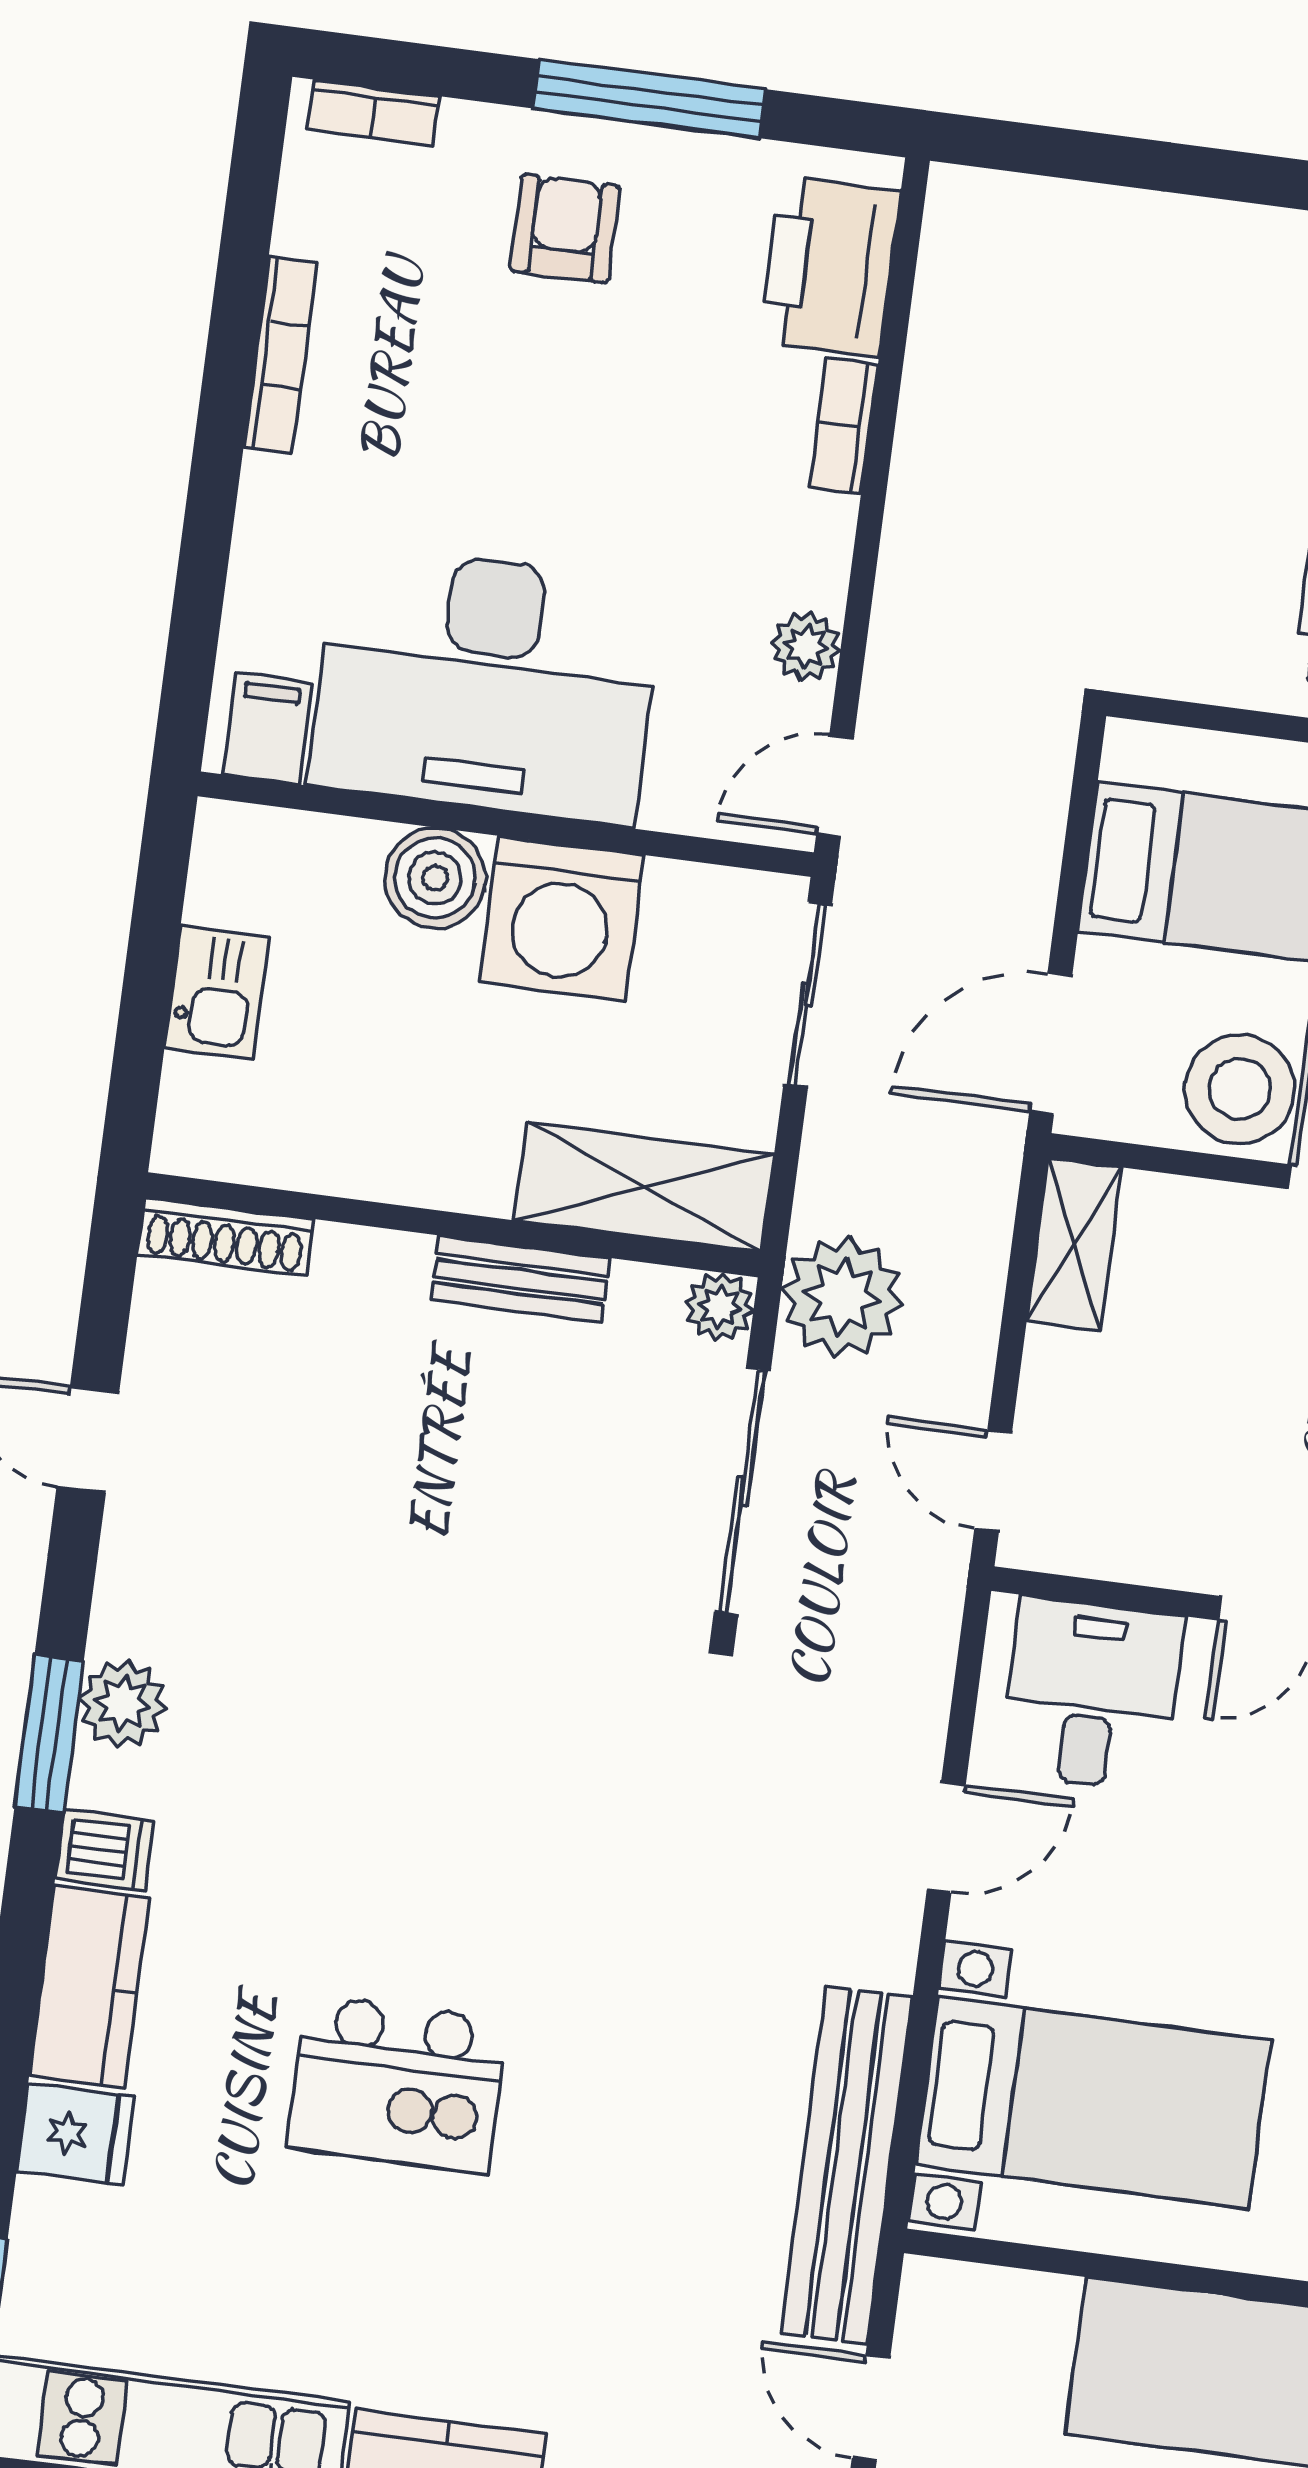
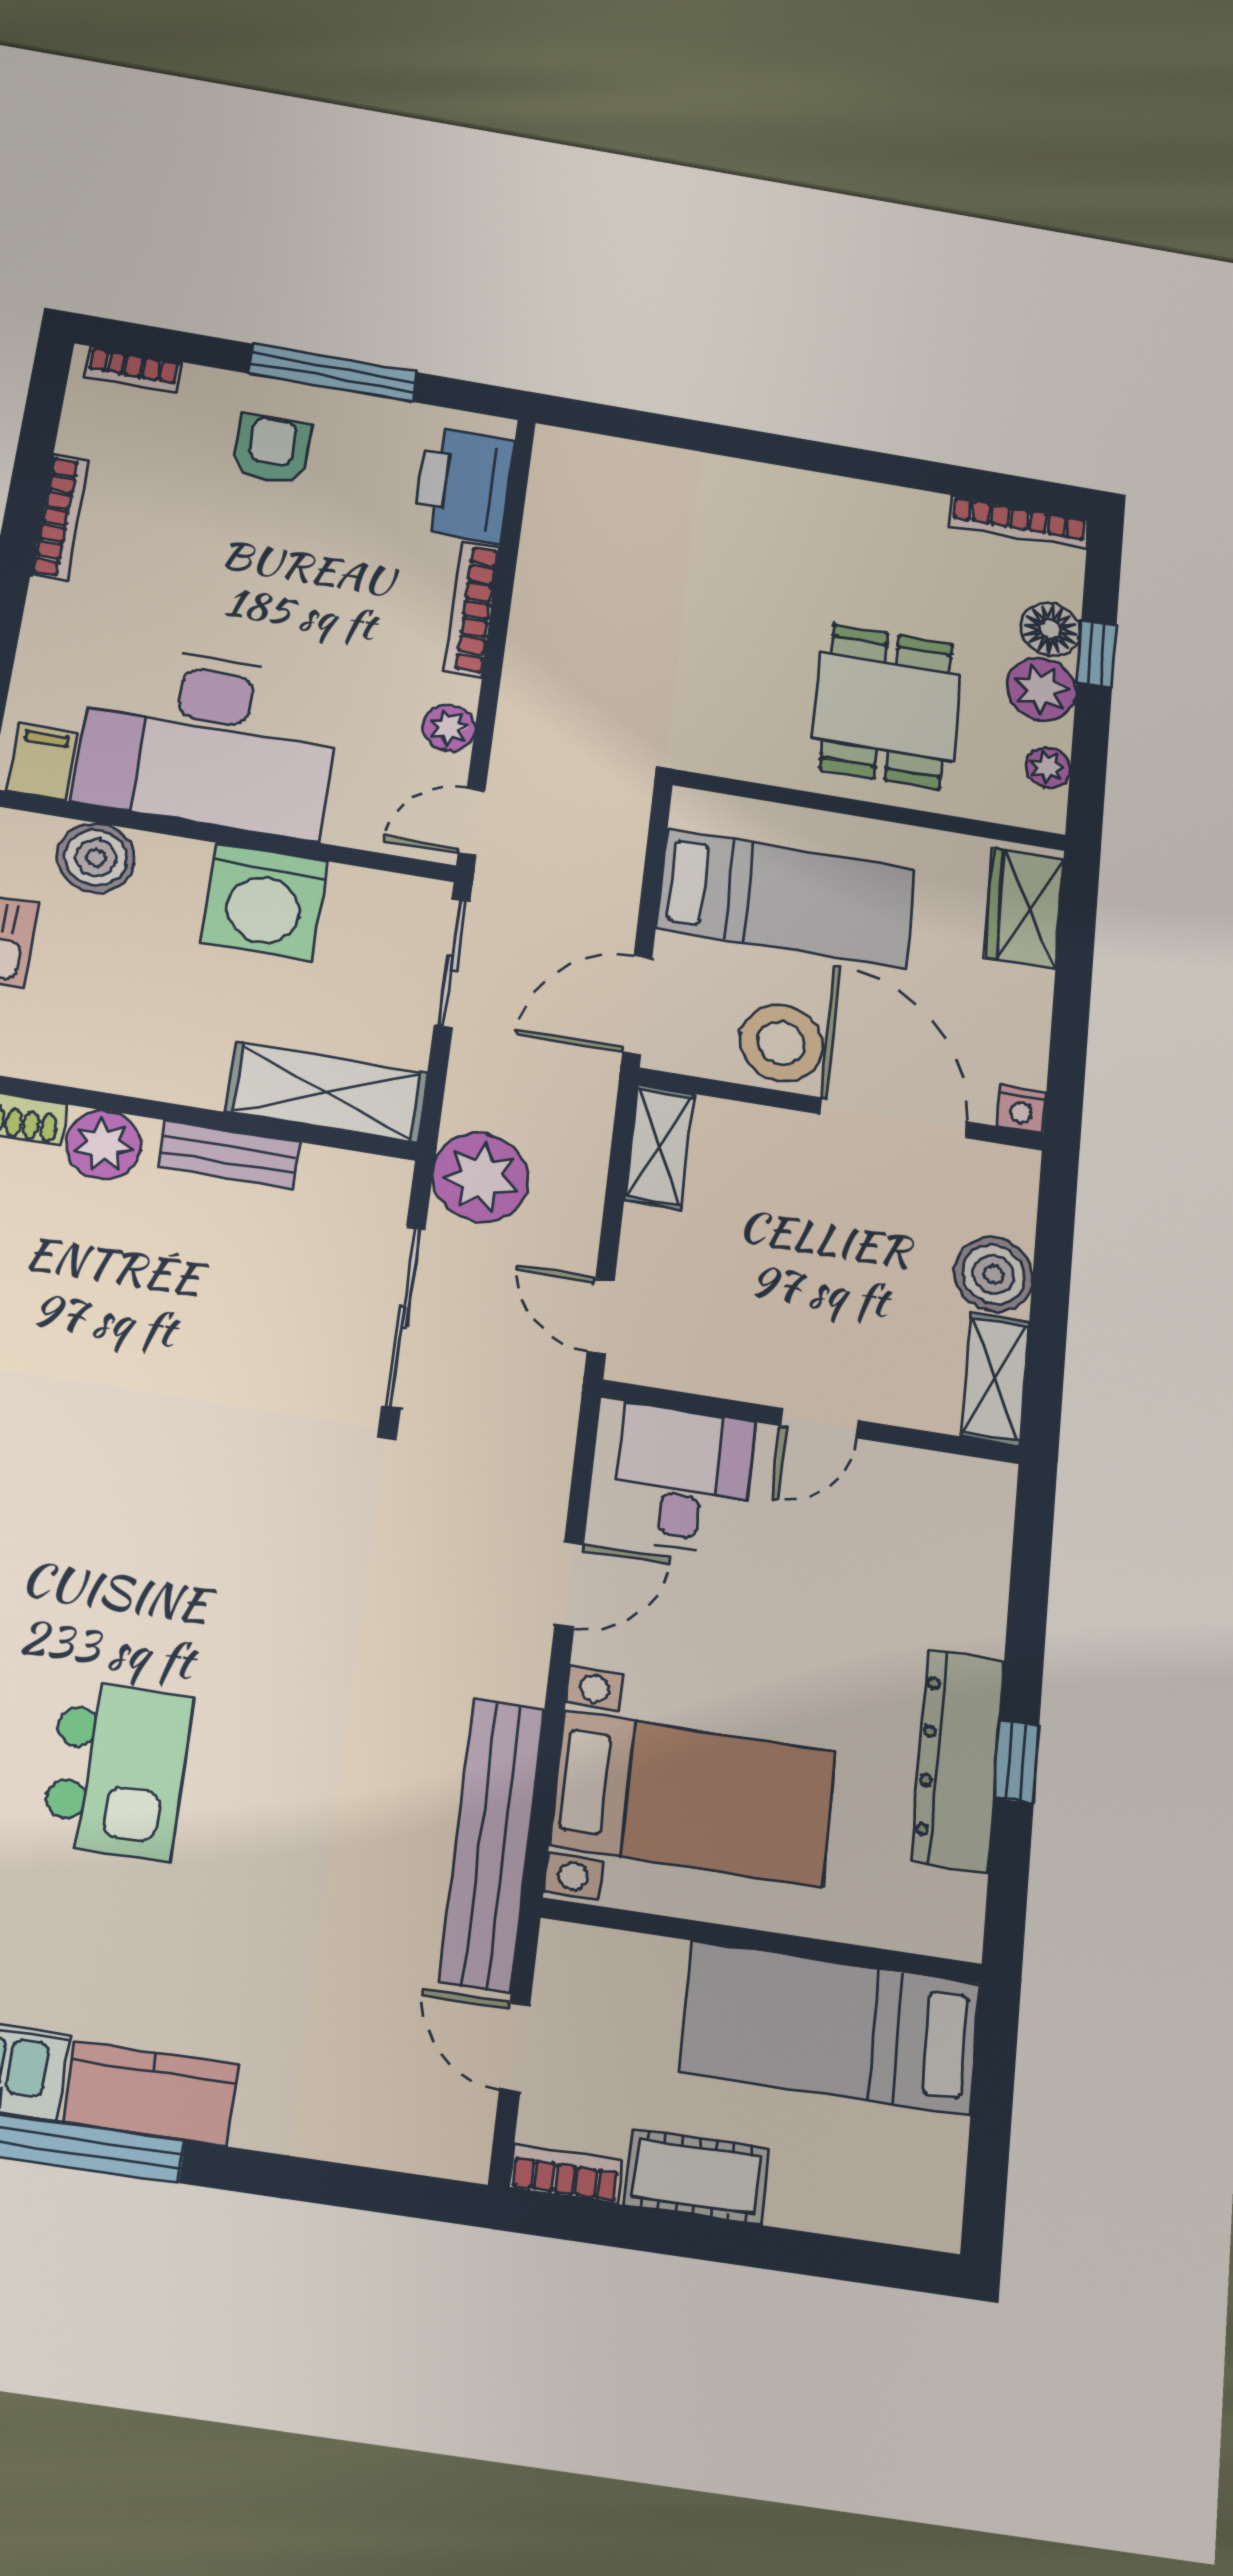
bookcase: (844, 426) -> (472, 609), width x1.56
boiler: (435, 878) -> (96, 858), moved
plant: (719, 1307) -> (103, 1145), moved, width x1.38, depth x1.38
kitchen island: (397, 2084) -> (118, 1769), turned -90

